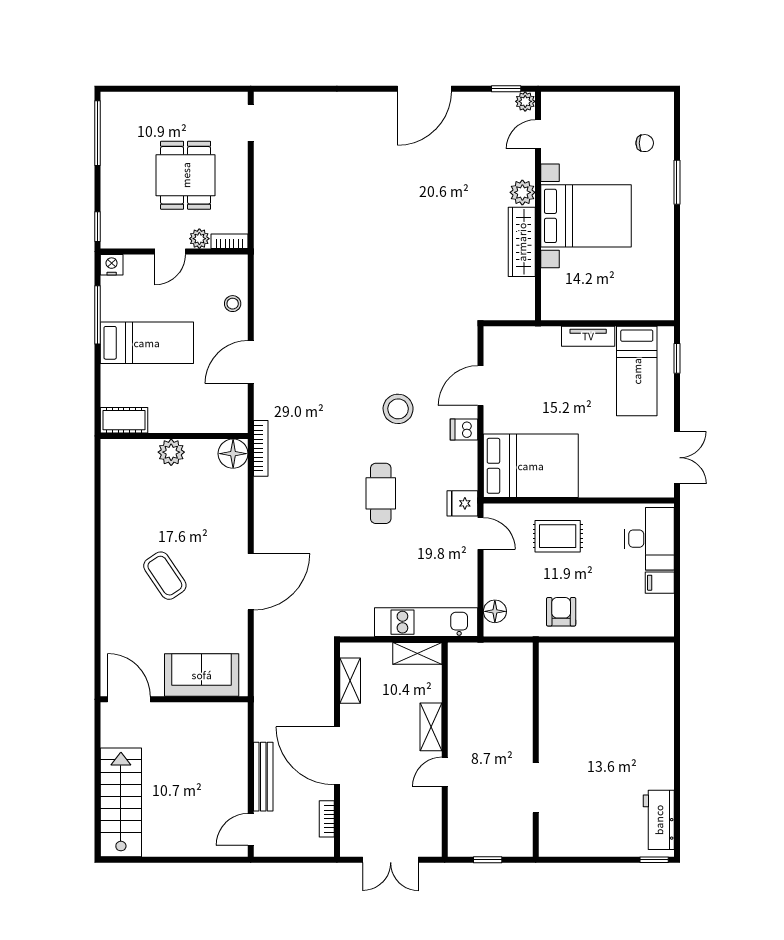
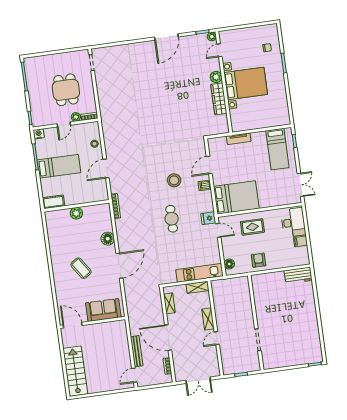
tv unit: (588, 336) -> (239, 139), moved
floor lamp: (233, 454) -> (108, 239), moved
workbench: (659, 820) -> (298, 275), moved, turned -90

